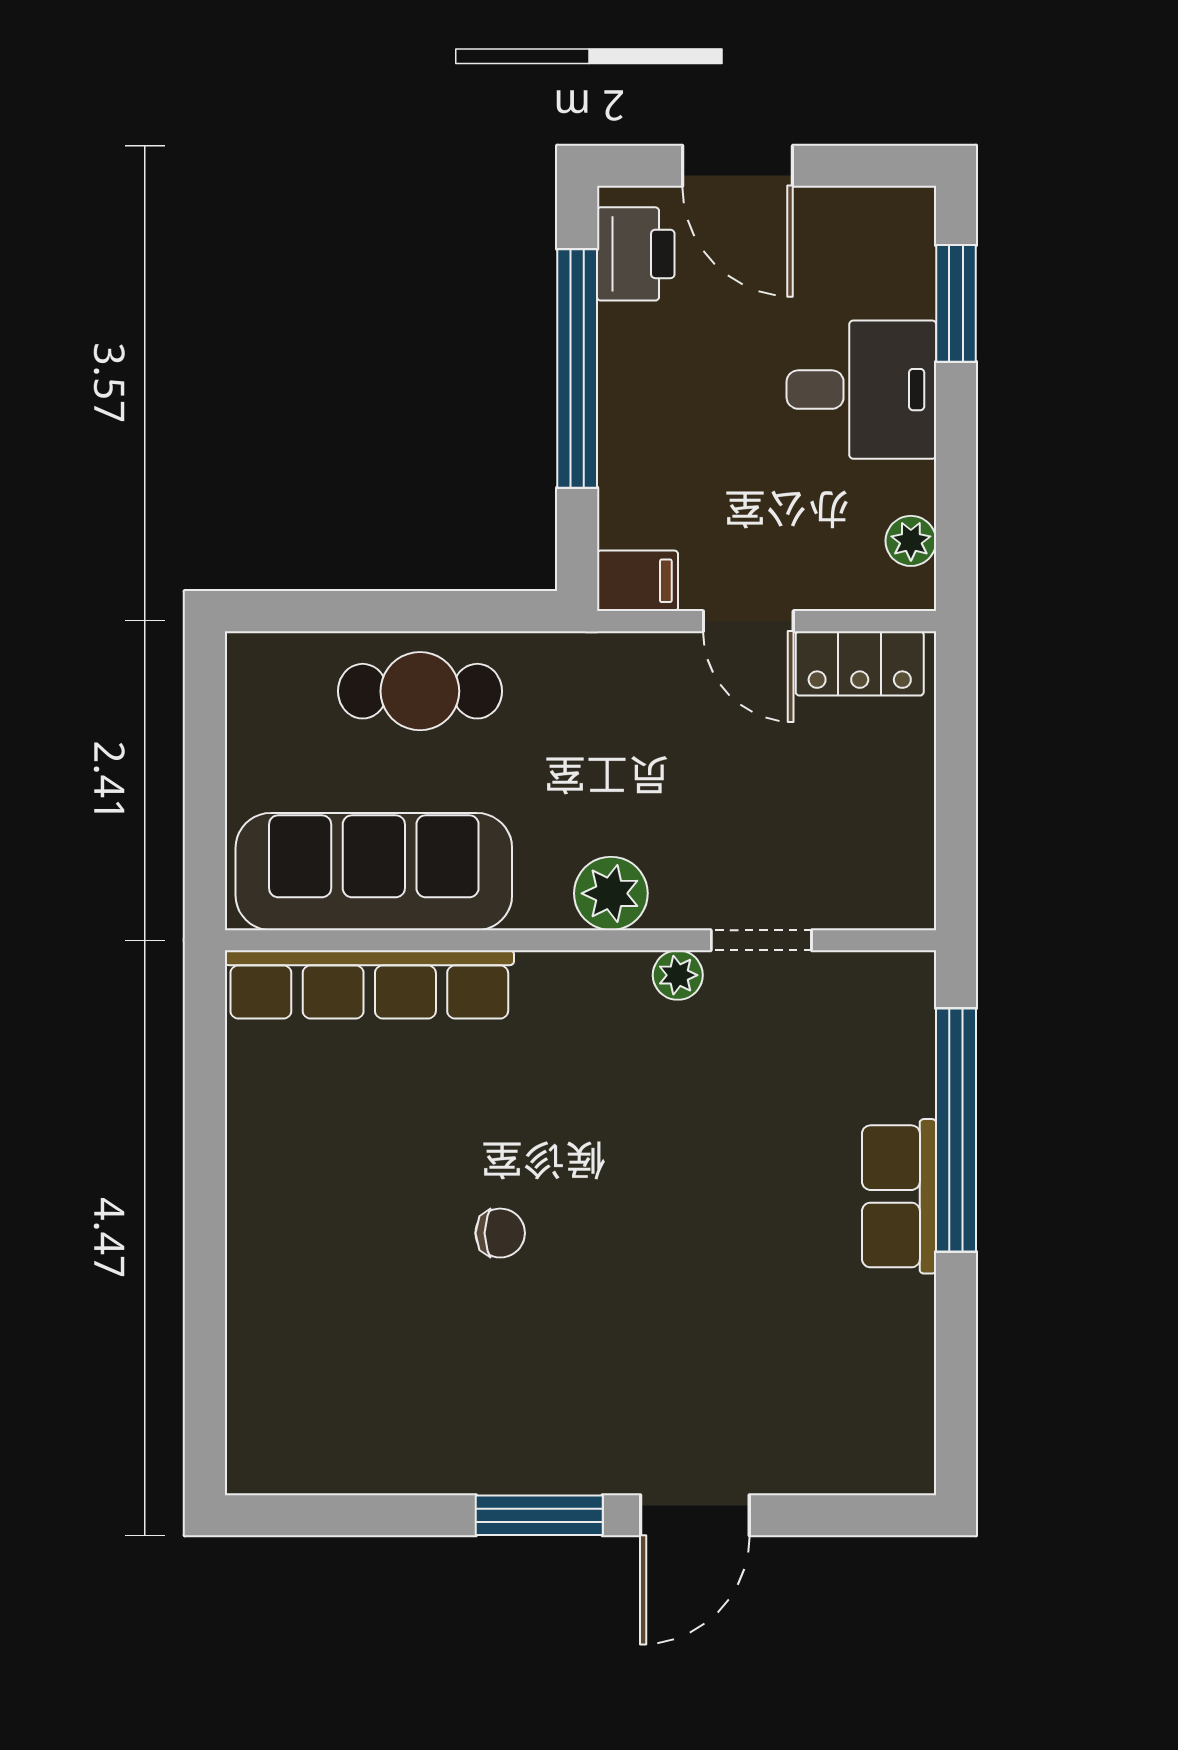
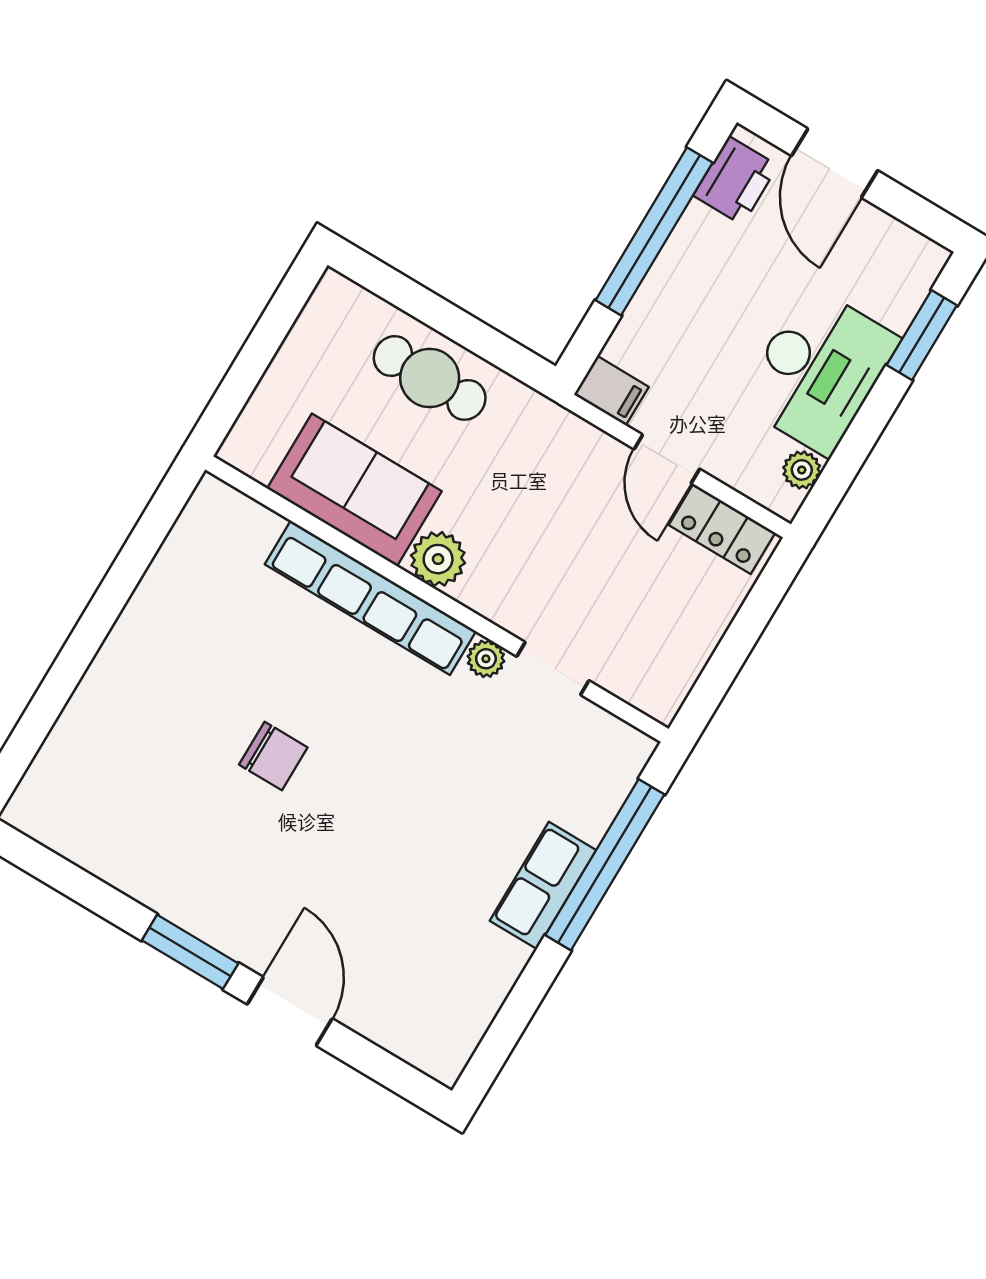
desk: (861, 390) -> (818, 371), width x1.37
sofa: (374, 872) -> (354, 490), width x0.73
plant: (611, 893) -> (438, 559), moved
row of seats: (369, 984) -> (370, 598), moved
chair: (500, 1233) -> (273, 756), width x1.37, depth x1.37
door: (695, 1515) -> (290, 1011), swing flipped

